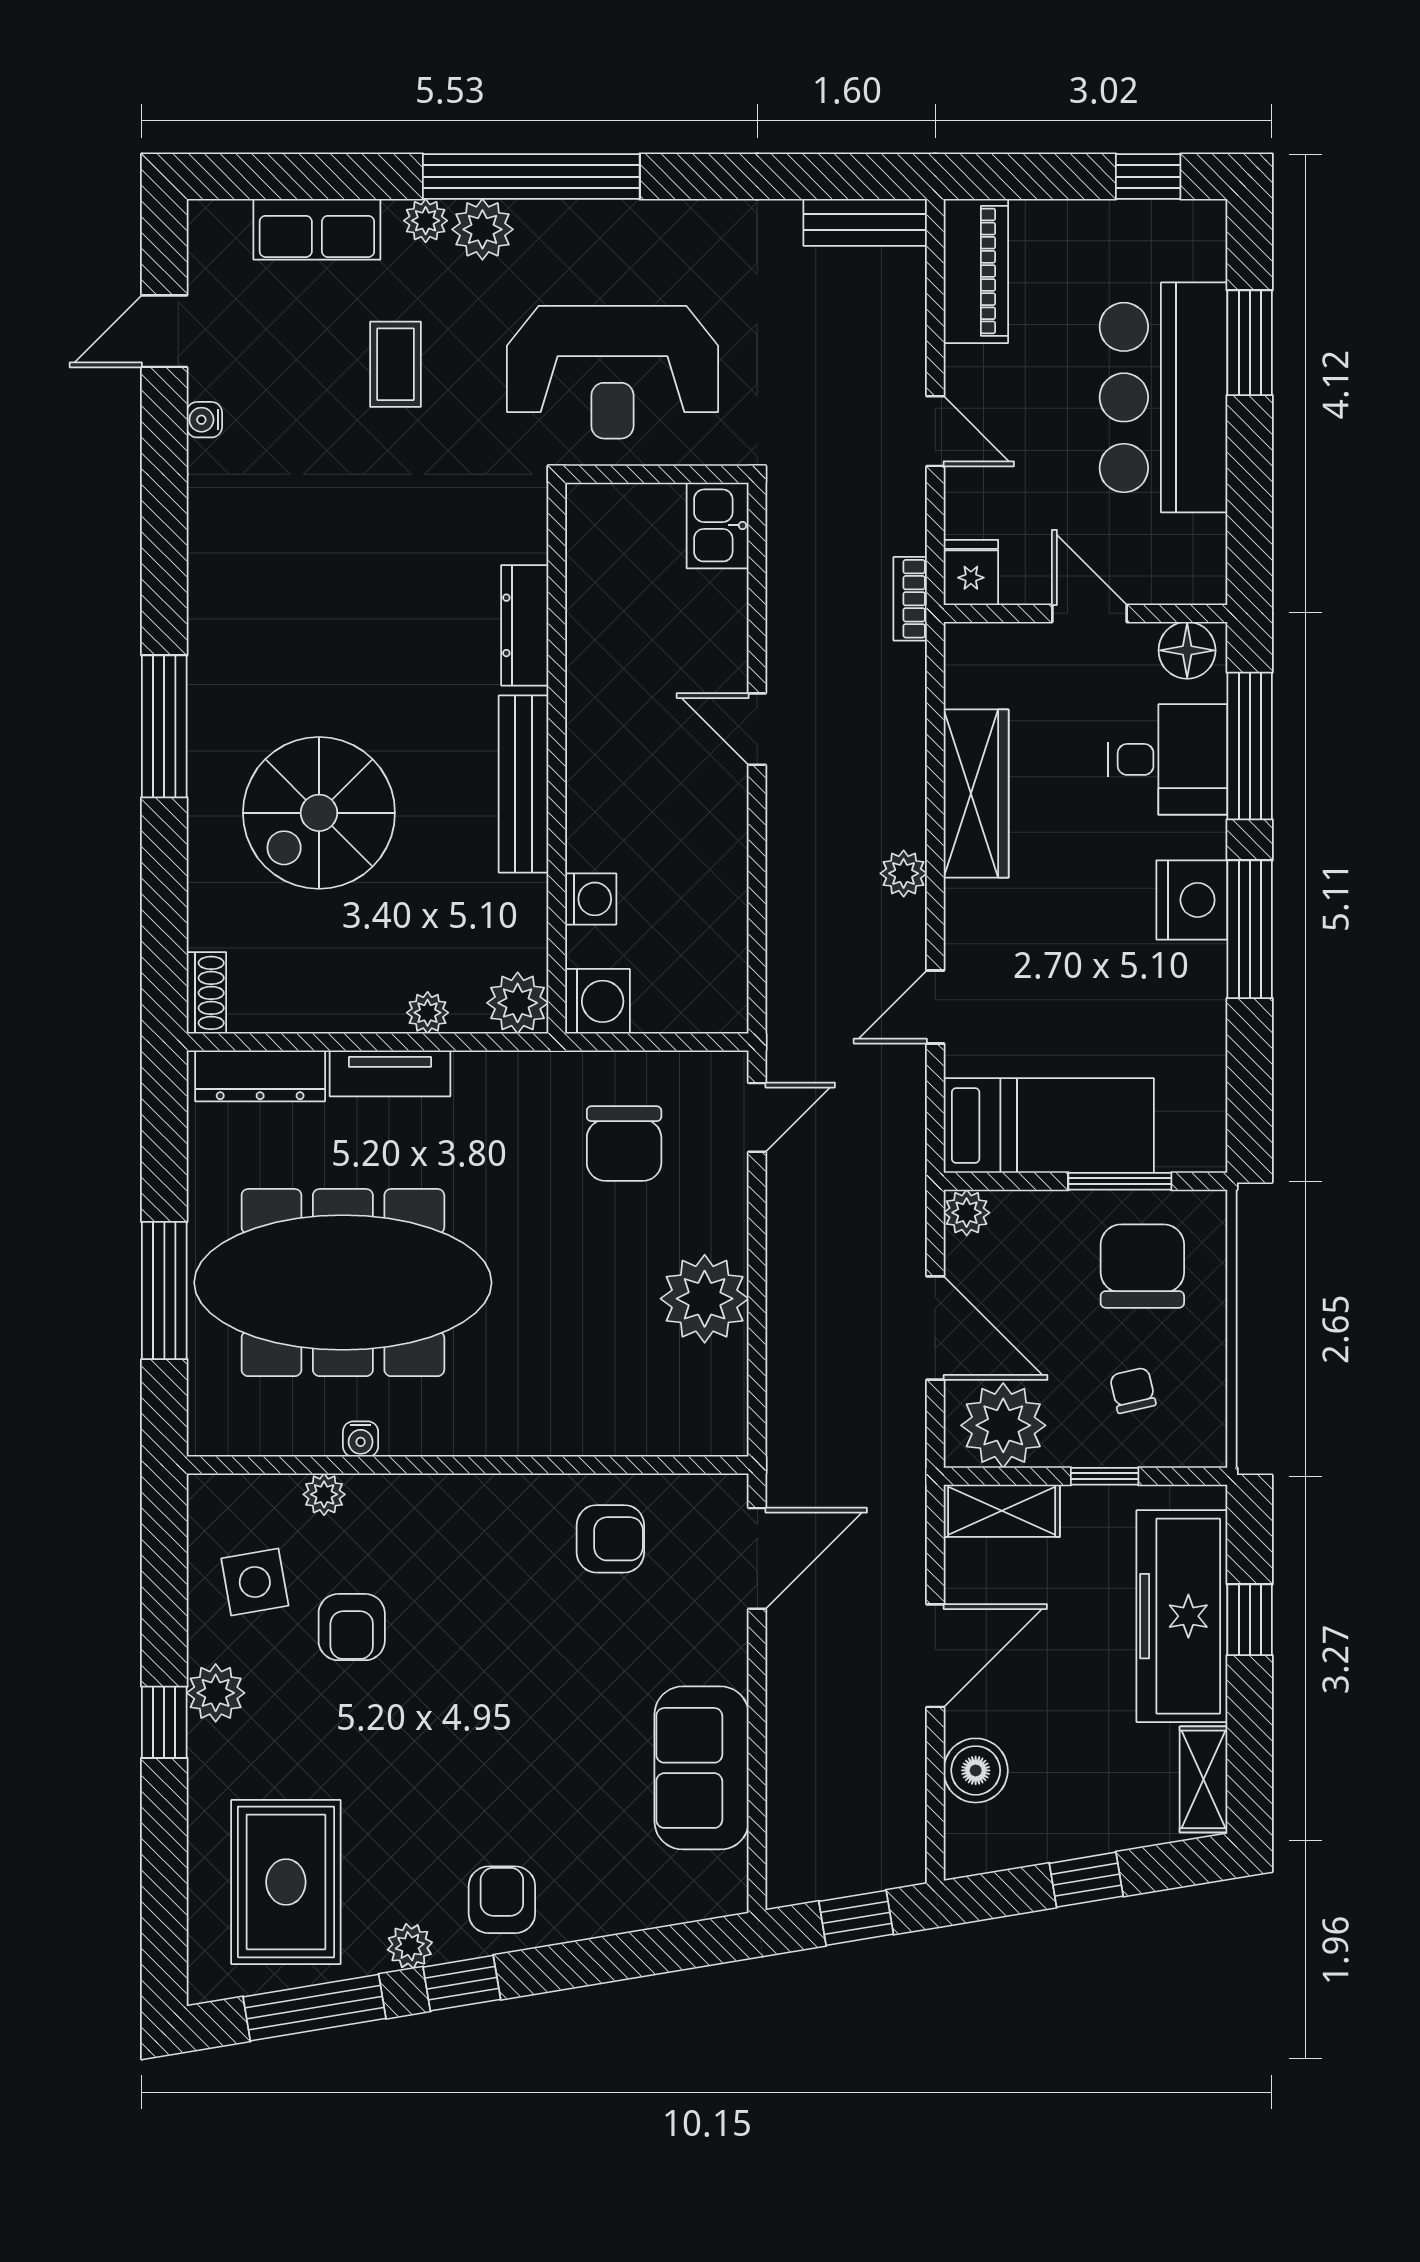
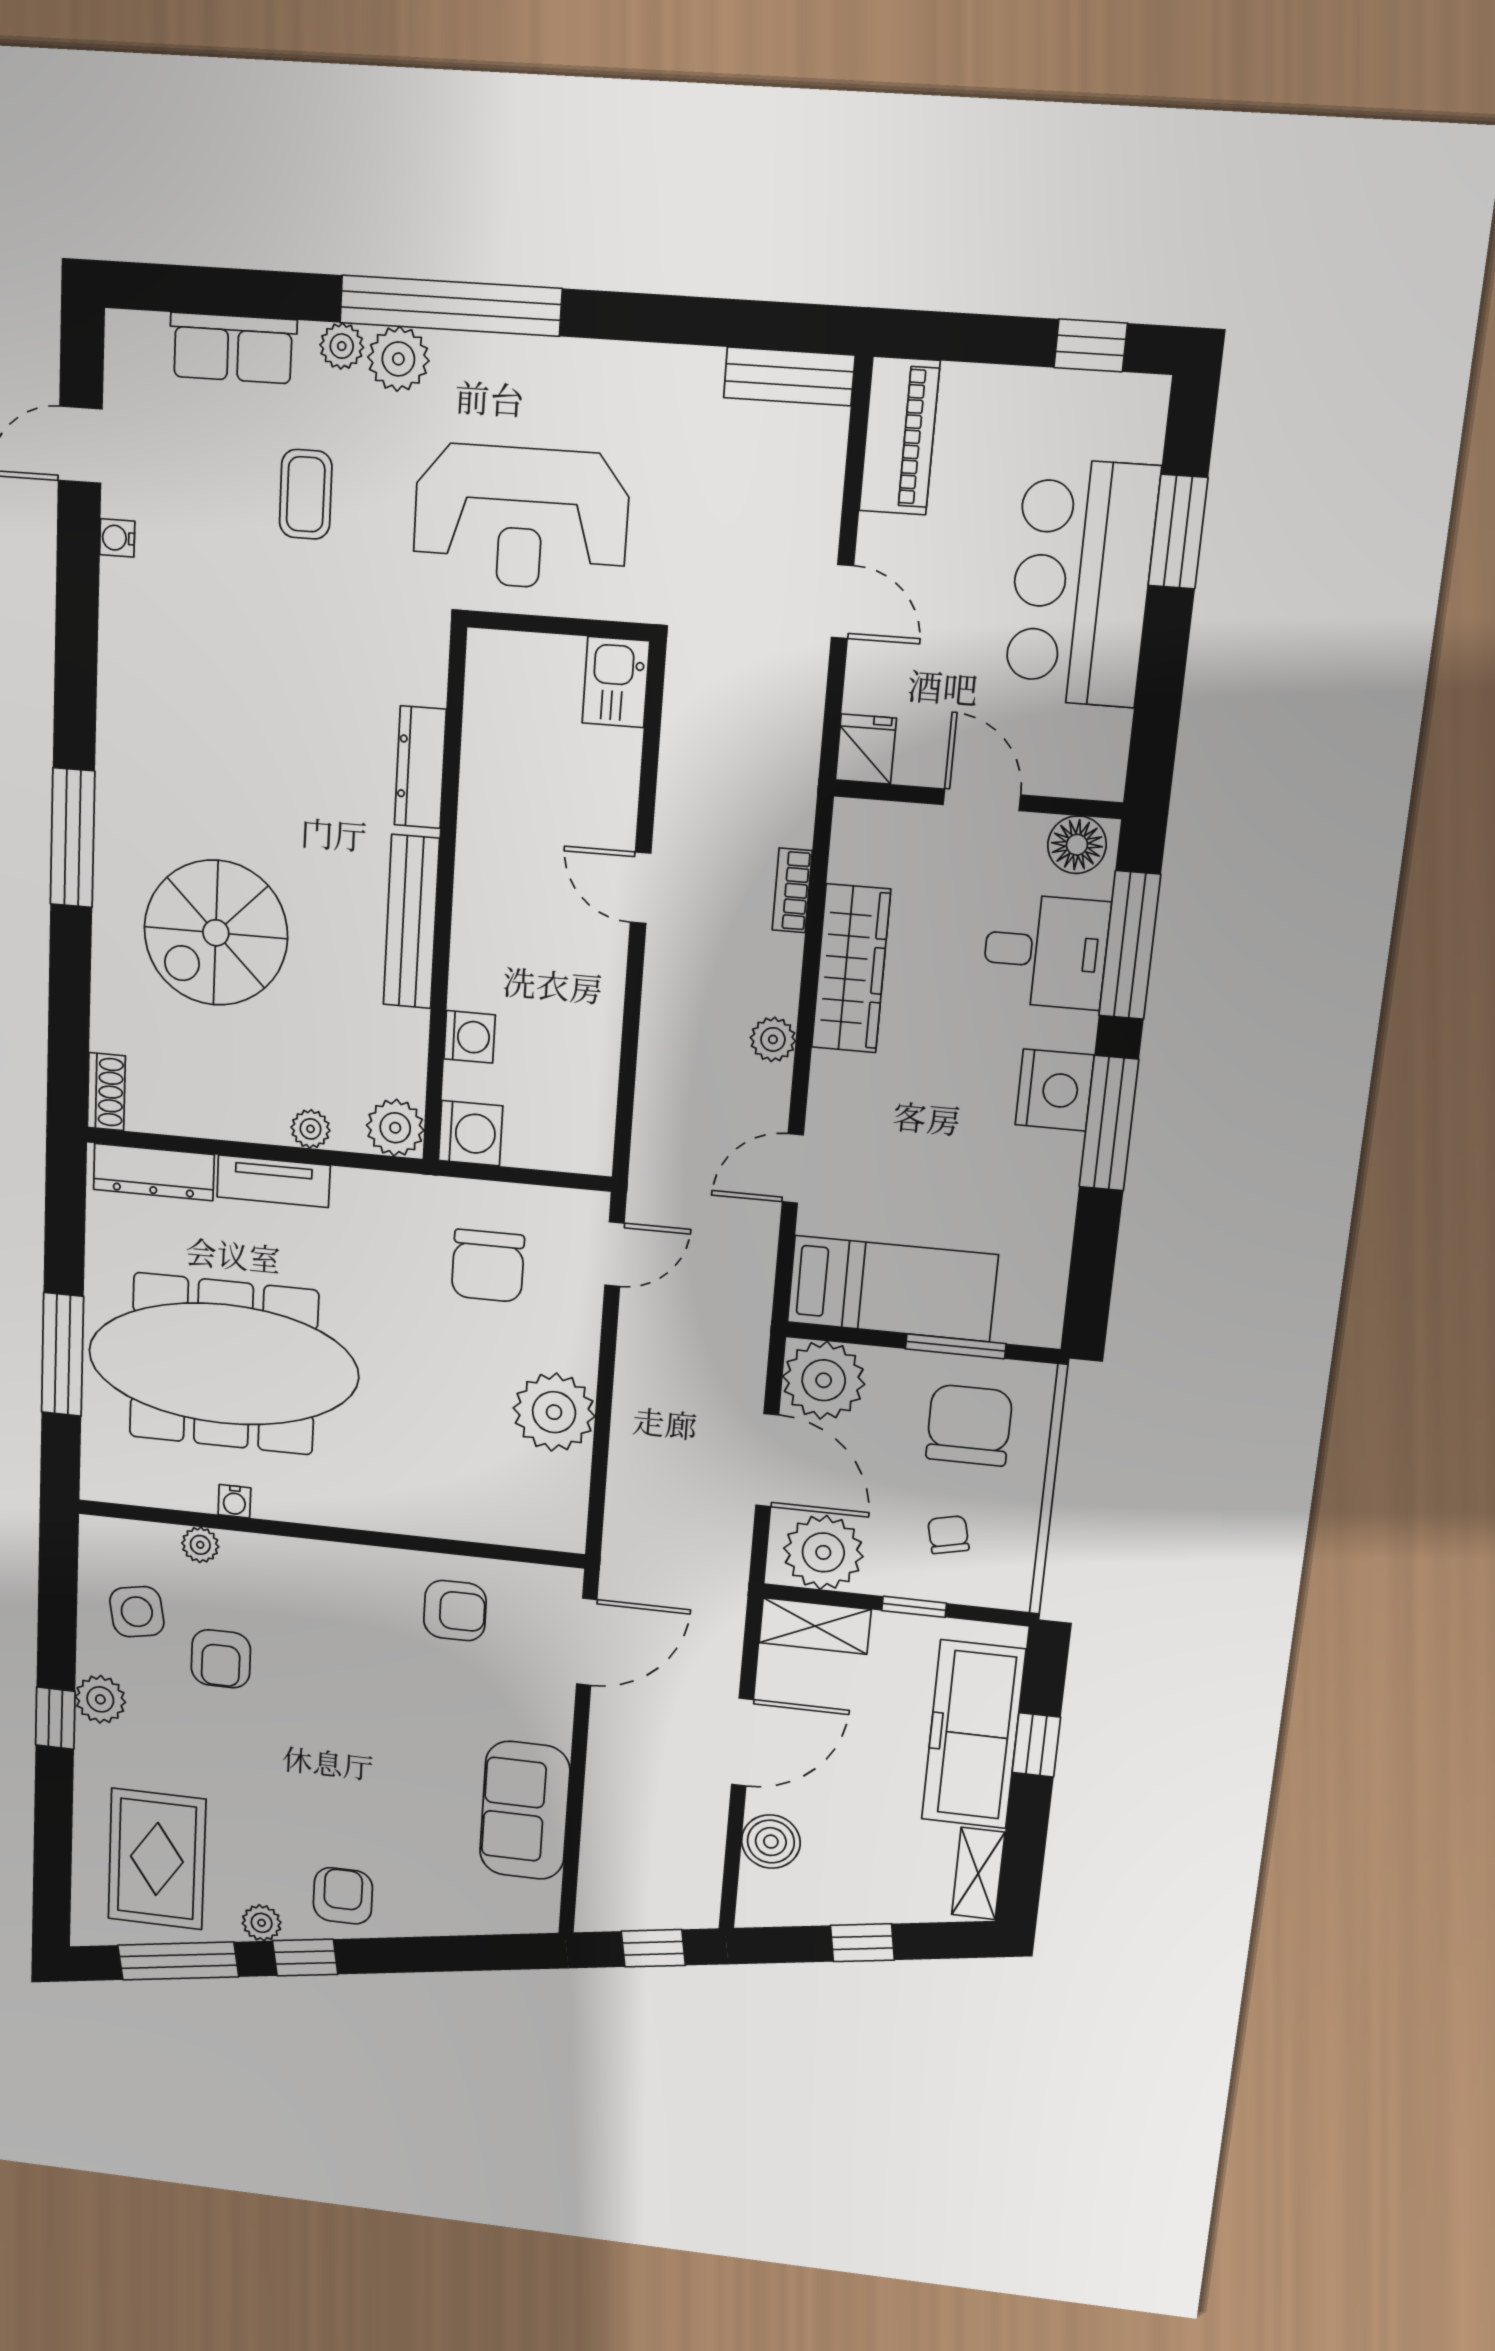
bookcase: (910, 599) -> (792, 890), moved
plant: (967, 1213) -> (824, 1380), width x1.88, depth x1.88

